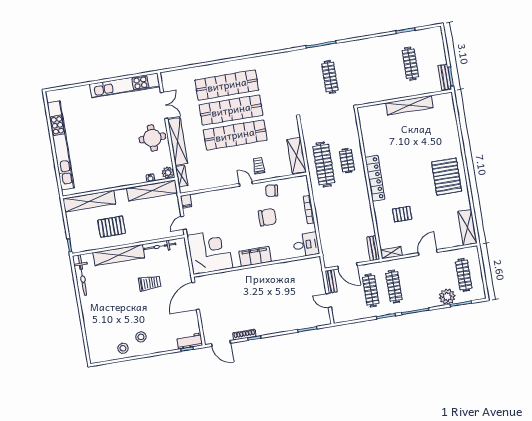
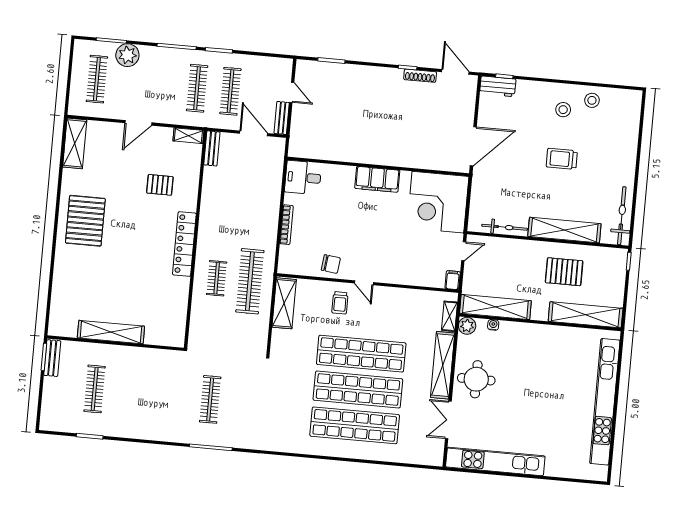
chair: (267, 217) -> (346, 229), removed
trolley: (150, 283) -> (562, 159), moved

